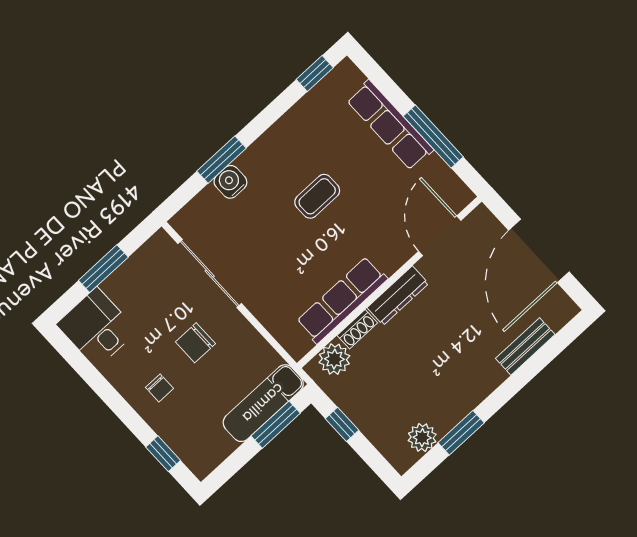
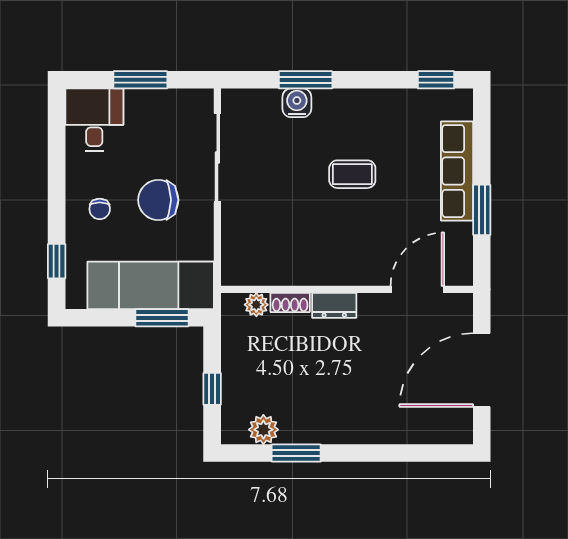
window: (433, 136) -> (482, 210), width x0.69
dresser: (398, 296) -> (334, 305), width x0.70
row of seats: (342, 300) -> (299, 270), removed
chair: (195, 343) -> (158, 200), width x1.37, depth x1.37
bench: (525, 346) -> (405, 433), removed
plant: (334, 359) -> (256, 305), width x0.73, depth x0.73
exam couch: (263, 403) -> (151, 285), width x1.36, depth x1.45
window: (342, 424) -> (212, 389), moved

